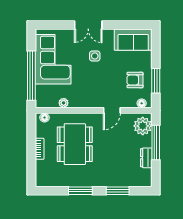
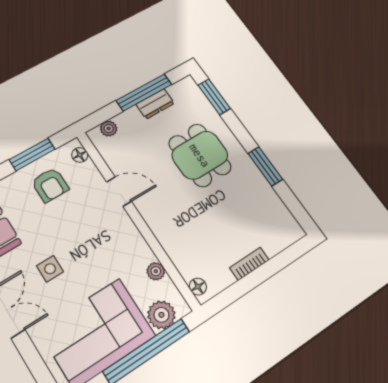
plant: (43, 93) -> (161, 315), added
plant: (143, 126) -> (109, 128), width x0.53, depth x0.53
window: (156, 143) -> (144, 92), moved
dining table: (75, 144) -> (200, 155), moved, width x0.73
window: (118, 191) -> (214, 97), moved

